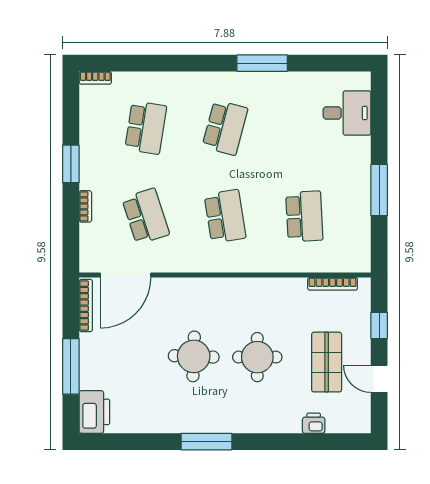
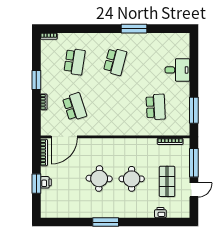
desk: (347, 113) -> (177, 70), moved
window: (379, 190) -> (194, 110), moved
school desk: (225, 216) -> (115, 107), removed
window: (379, 325) -> (194, 163), width x2.17
window: (71, 366) -> (36, 184), width x0.69
door: (379, 379) -> (194, 190), swing flipped
printer: (94, 412) -> (46, 182), moved, width x0.53, depth x0.68

